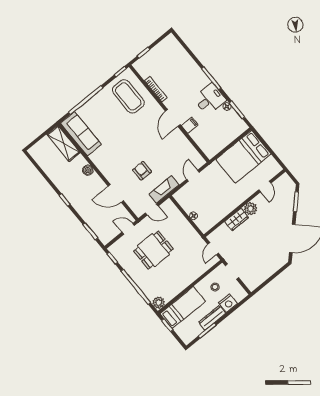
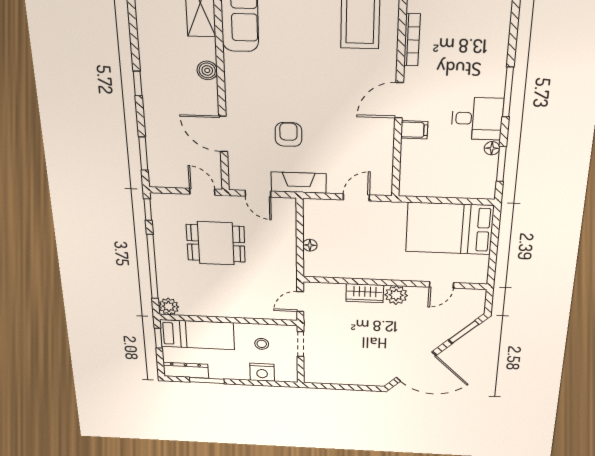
dresser: (212, 318) -> (186, 370), moved

